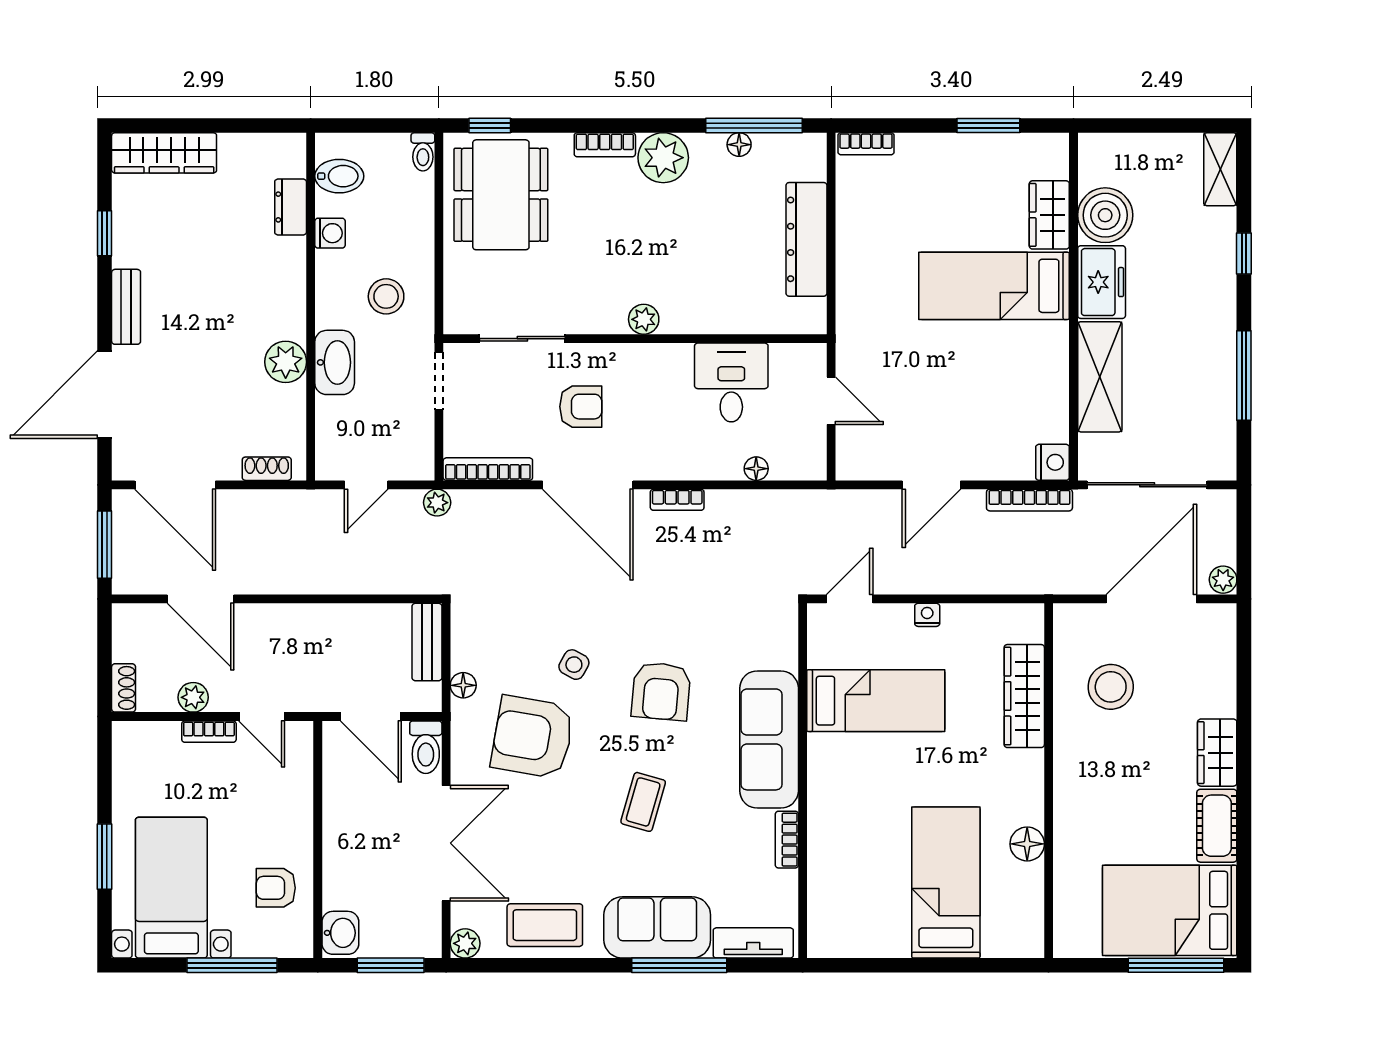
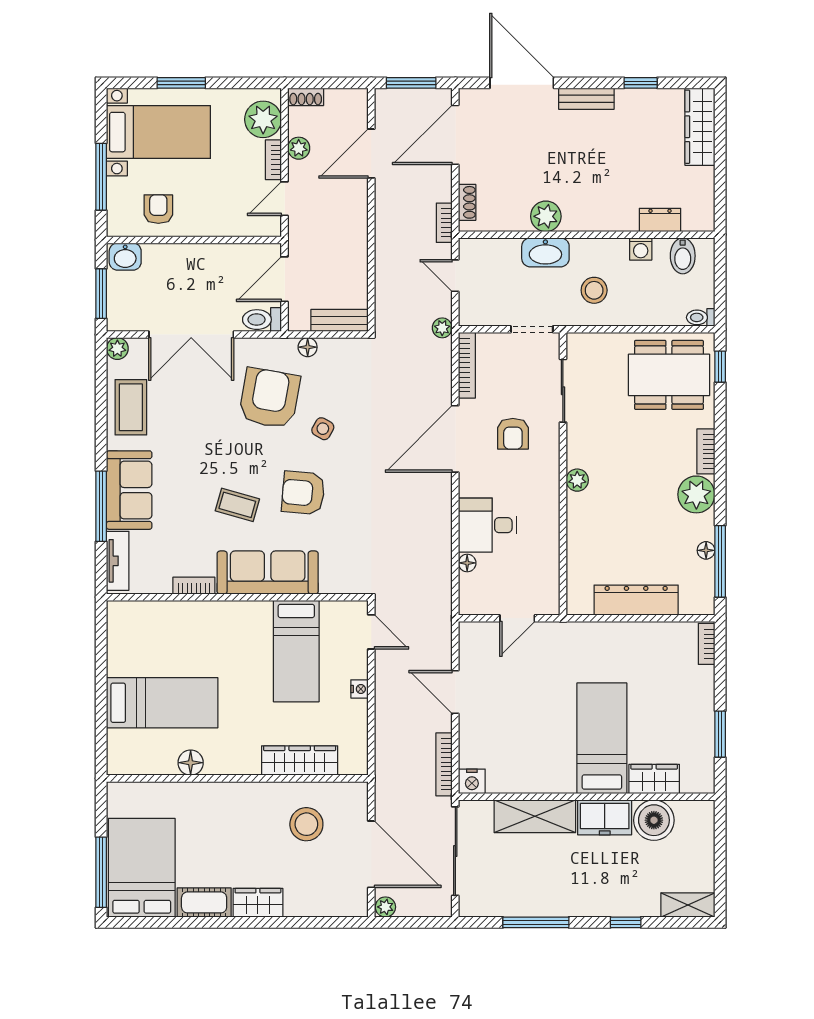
desk: (731, 382) -> (488, 525), moved, turned 180
bookcase: (677, 500) -> (444, 223), moved
plant: (154, 746) -> (263, 119), added
coffee table: (643, 802) -> (237, 505), moved

